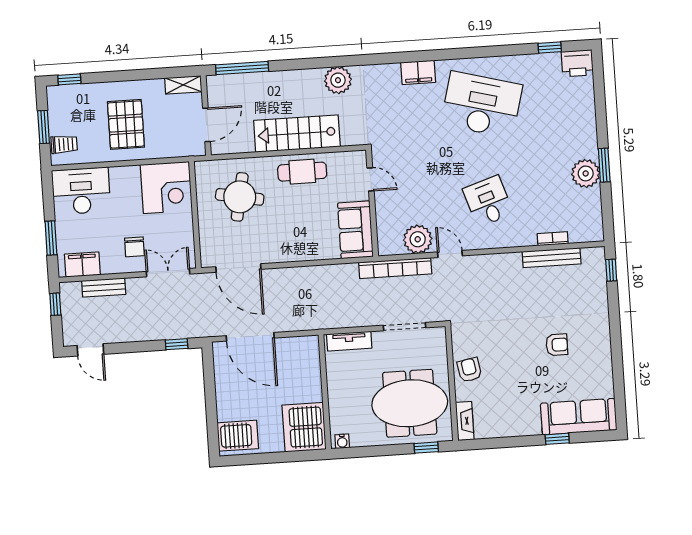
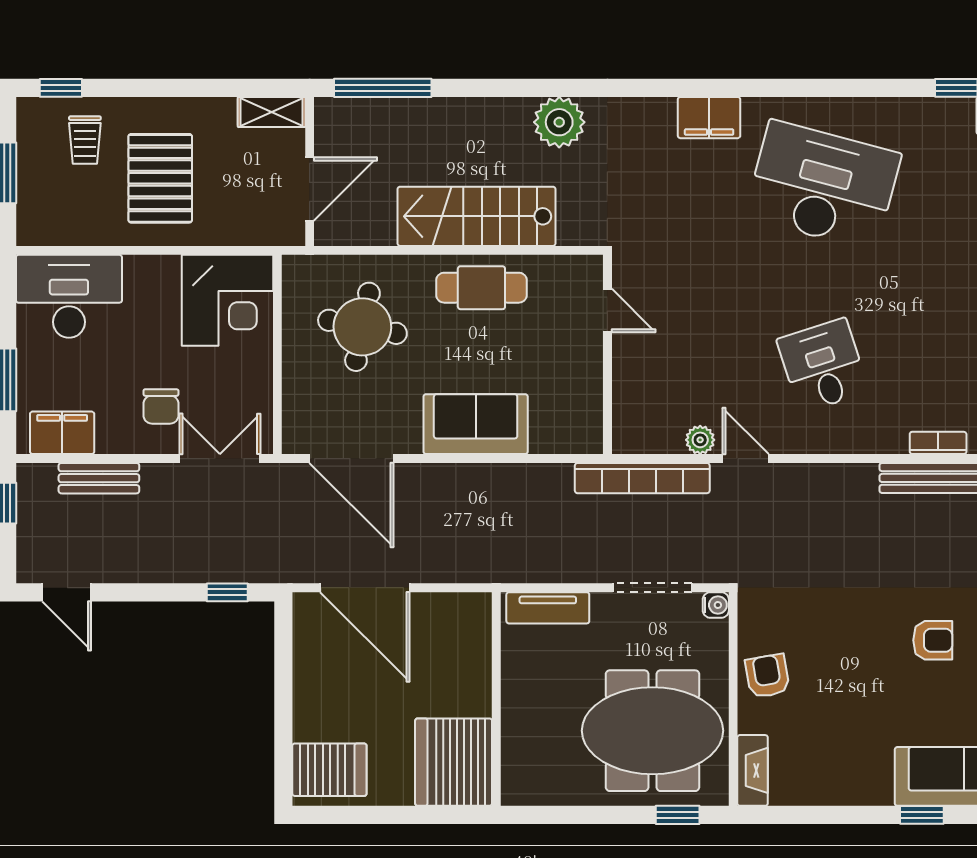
trolley: (64, 144) -> (85, 140), moved, turned 90
sofa: (355, 230) -> (476, 424), moved, turned 90
plant: (418, 239) -> (700, 440), width x0.53, depth x0.53
water cooler: (342, 441) -> (716, 605), moved, turned -90

